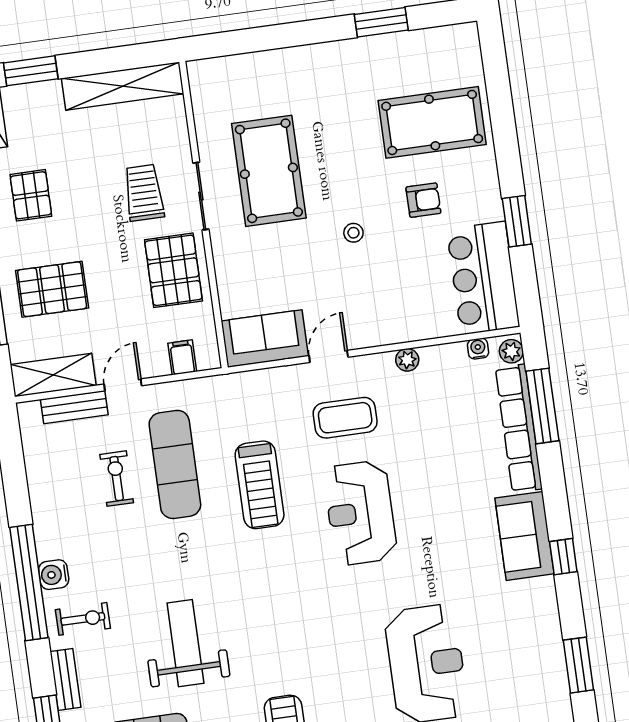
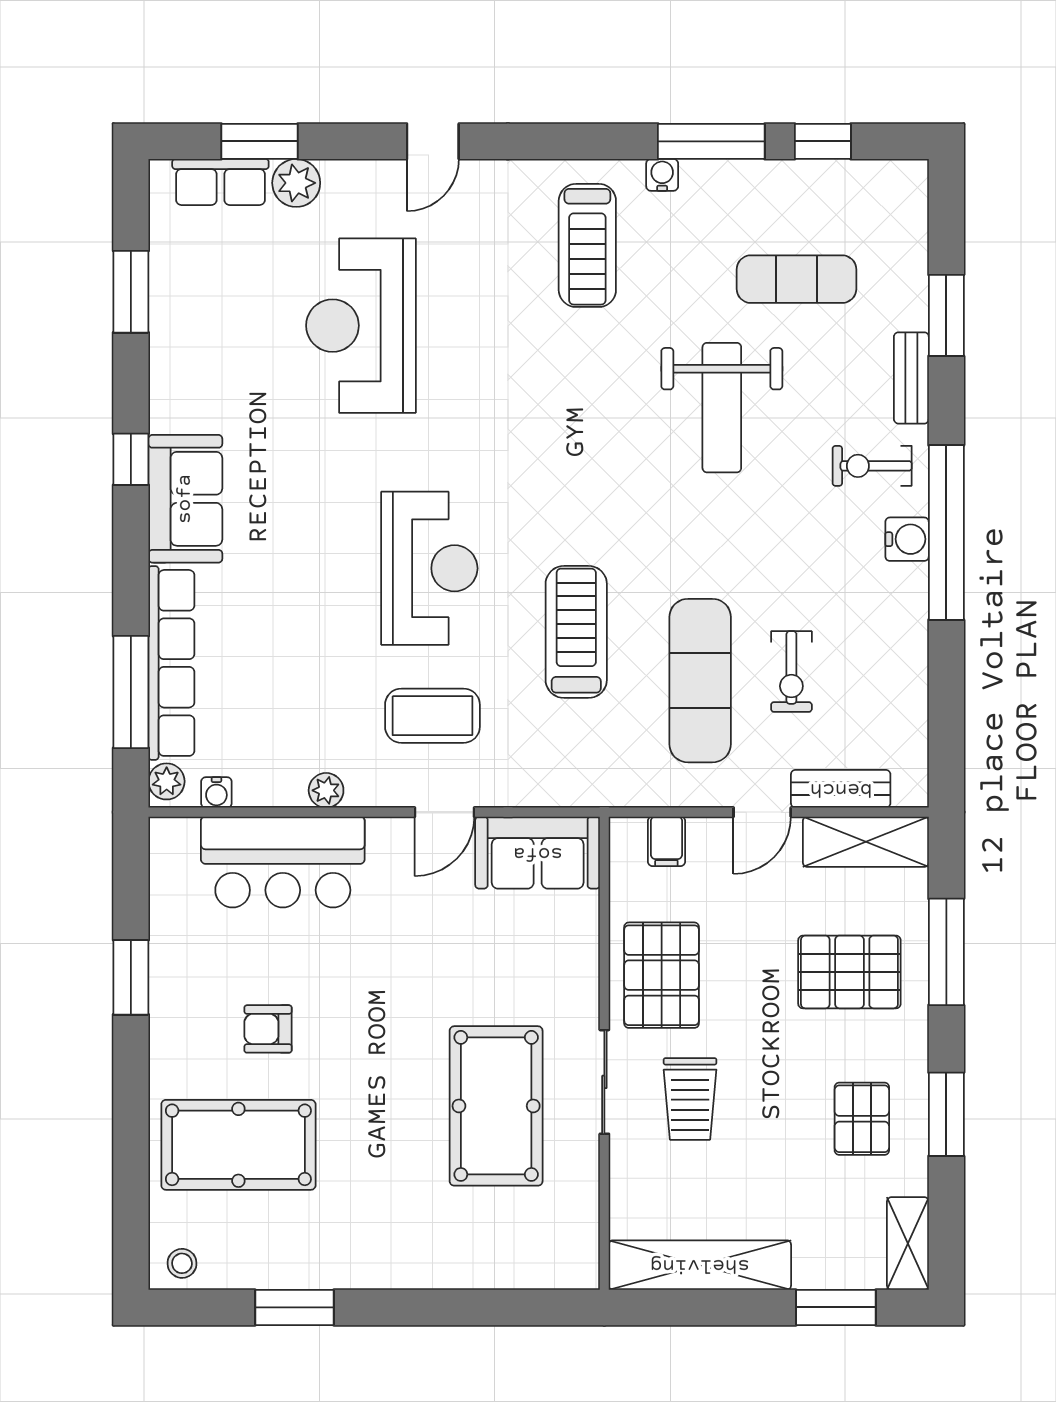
stool: (353, 233) -> (182, 1263), moved
bar counter: (483, 278) -> (283, 862), moved, turned 90

